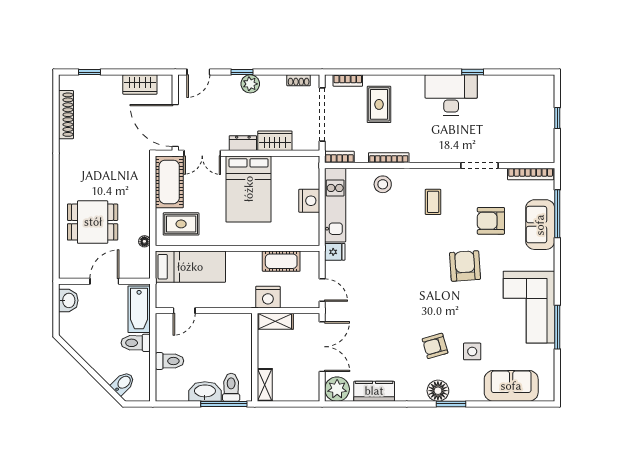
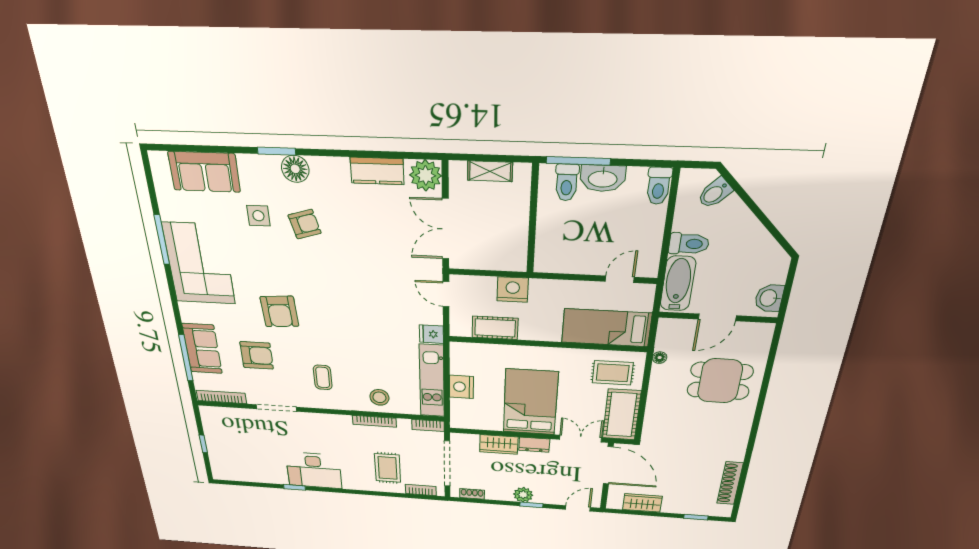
shelving: (275, 321) -> (505, 262), removed
toilet: (169, 361) -> (659, 186), moved, turned -90
shelving: (265, 385) -> (490, 171), moved, turned 90

